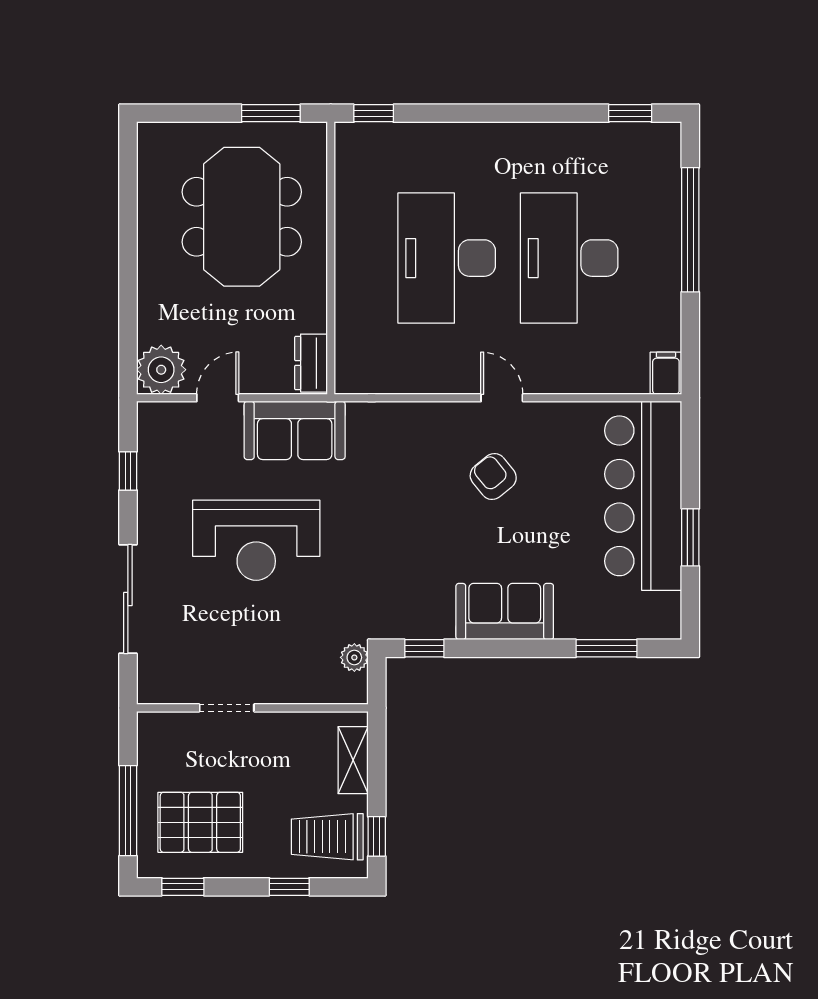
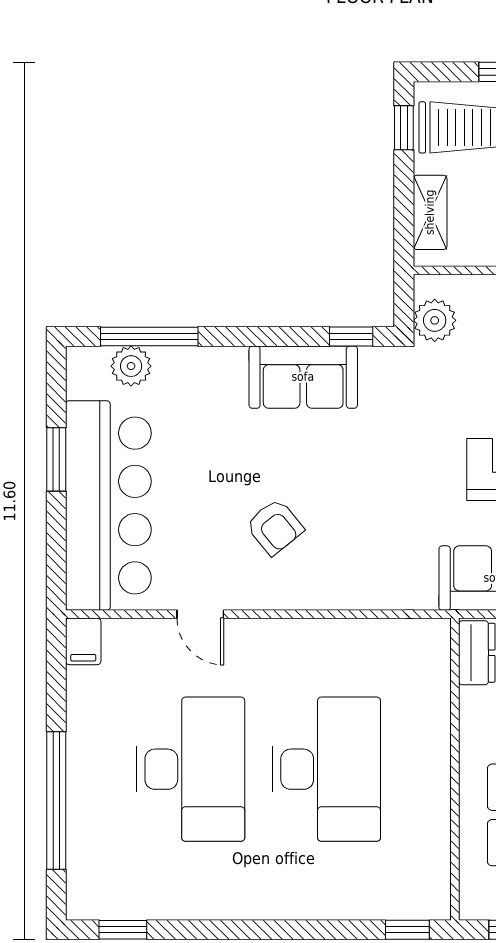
door: (502, 398) -> (200, 614), moved
sofa: (505, 612) -> (303, 377), moved
plant: (623, 622) -> (131, 366), added
window: (606, 648) -> (149, 336), width x1.44
plant: (354, 657) -> (435, 320), width x1.38, depth x1.38

